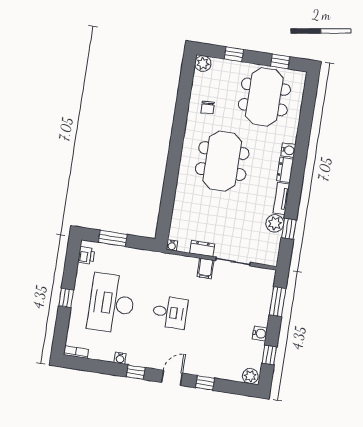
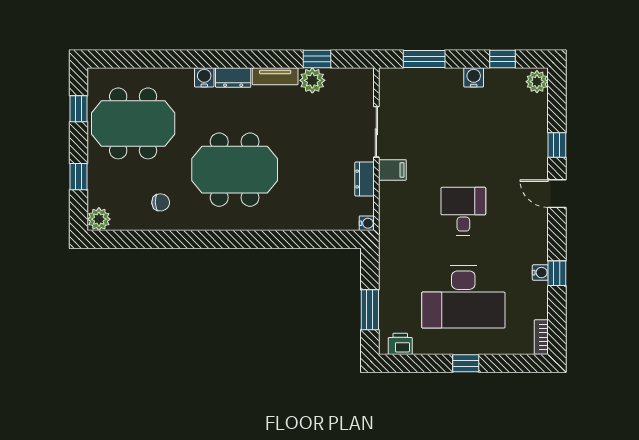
window: (136, 372) -> (557, 273), moved

